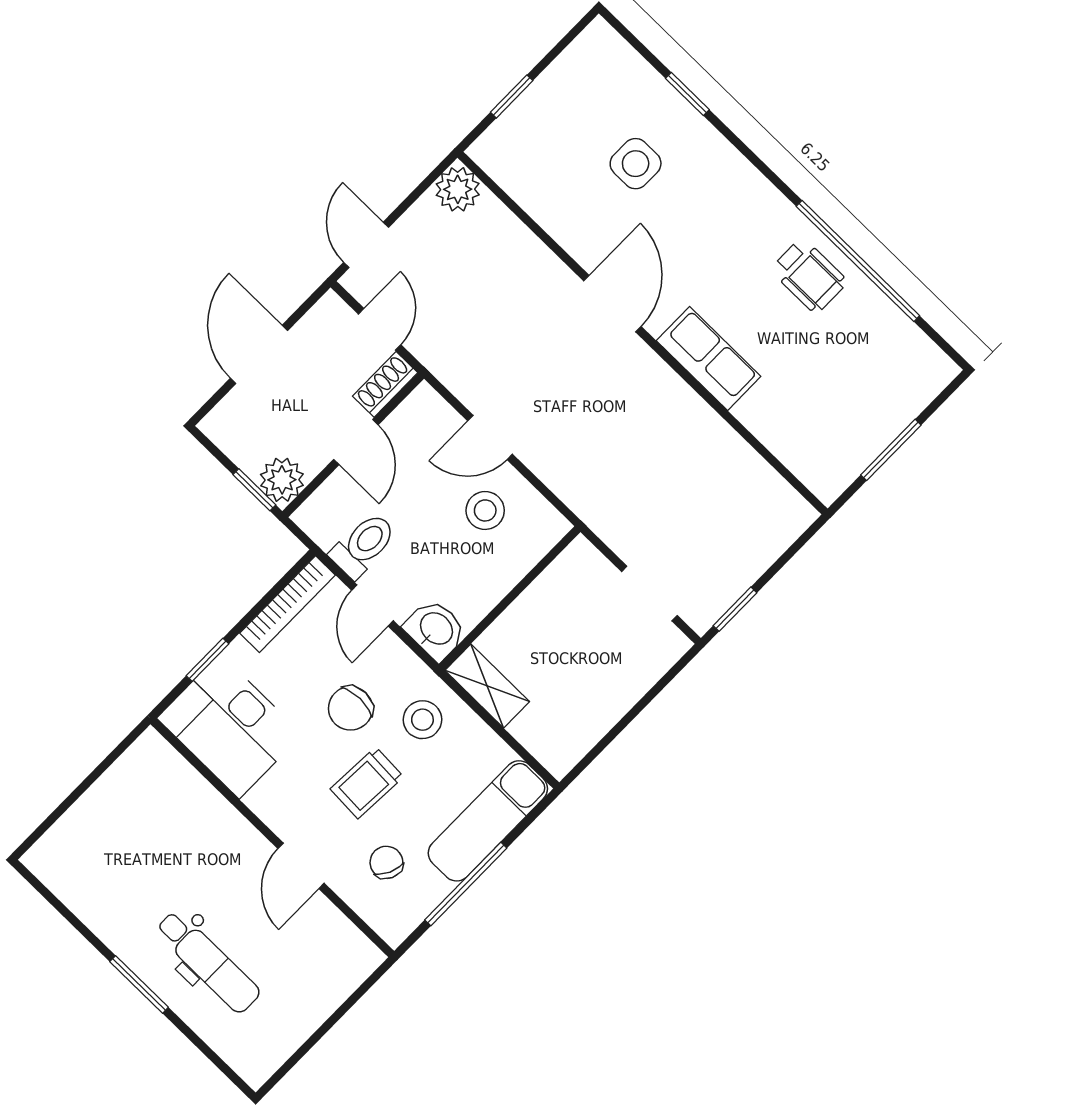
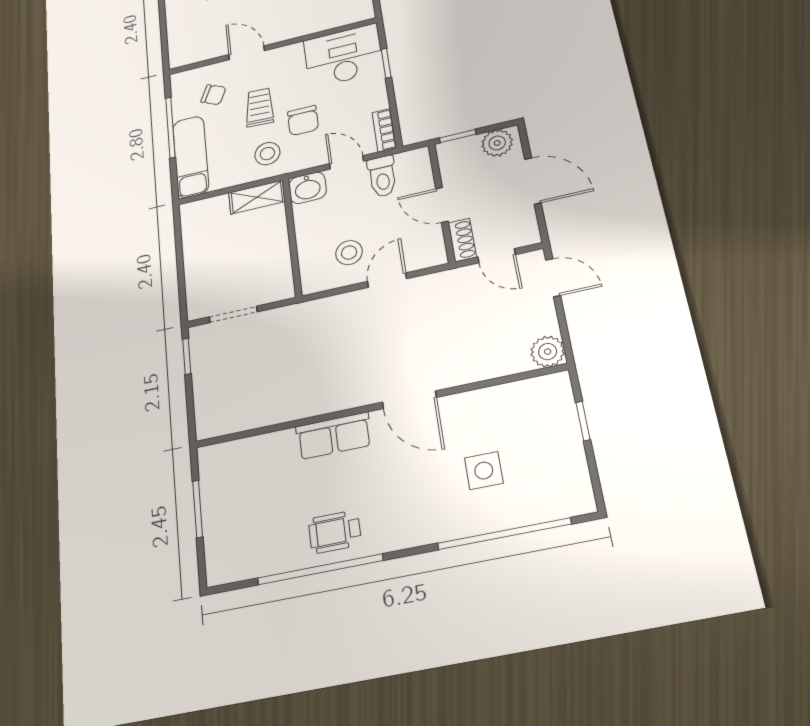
window: (687, 94) -> (504, 534), width x3.17
plant: (282, 480) -> (497, 143), moved
bookcase: (287, 604) -> (384, 130), width x0.64
chair: (350, 708) -> (303, 121), turned 180

